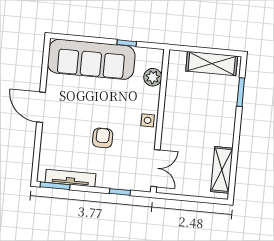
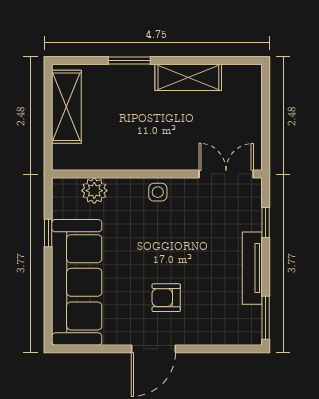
window: (241, 92) -> (129, 61), moved
armchair: (103, 138) -> (166, 298), moved
shelving: (222, 170) -> (188, 77), moved
tv unit: (71, 178) -> (252, 268), moved

